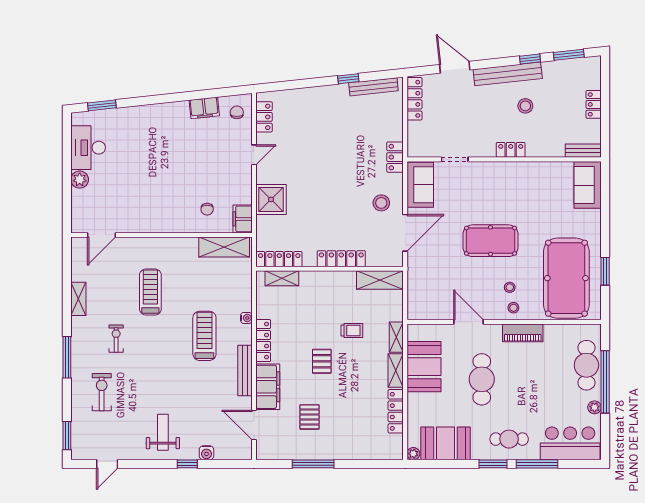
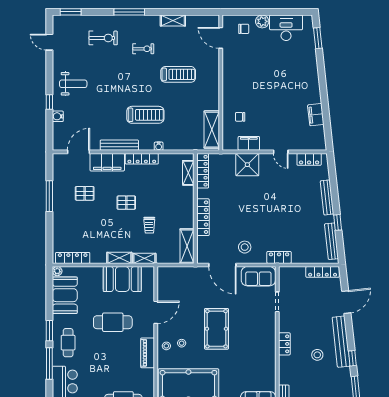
bench: (315, 93) -> (327, 197), added
chair: (237, 112) -> (244, 29), moved
filing cabinet: (243, 219) -> (249, 143), moved
locker: (396, 411) -> (73, 258), moved

